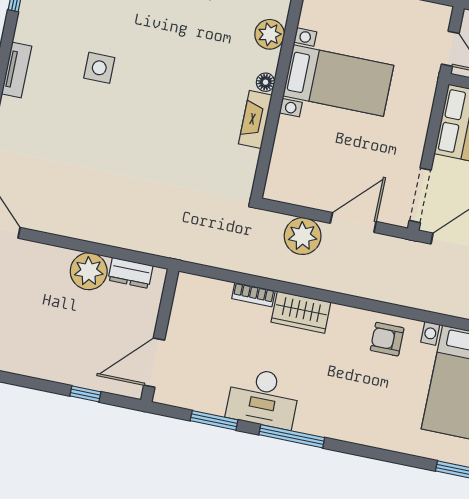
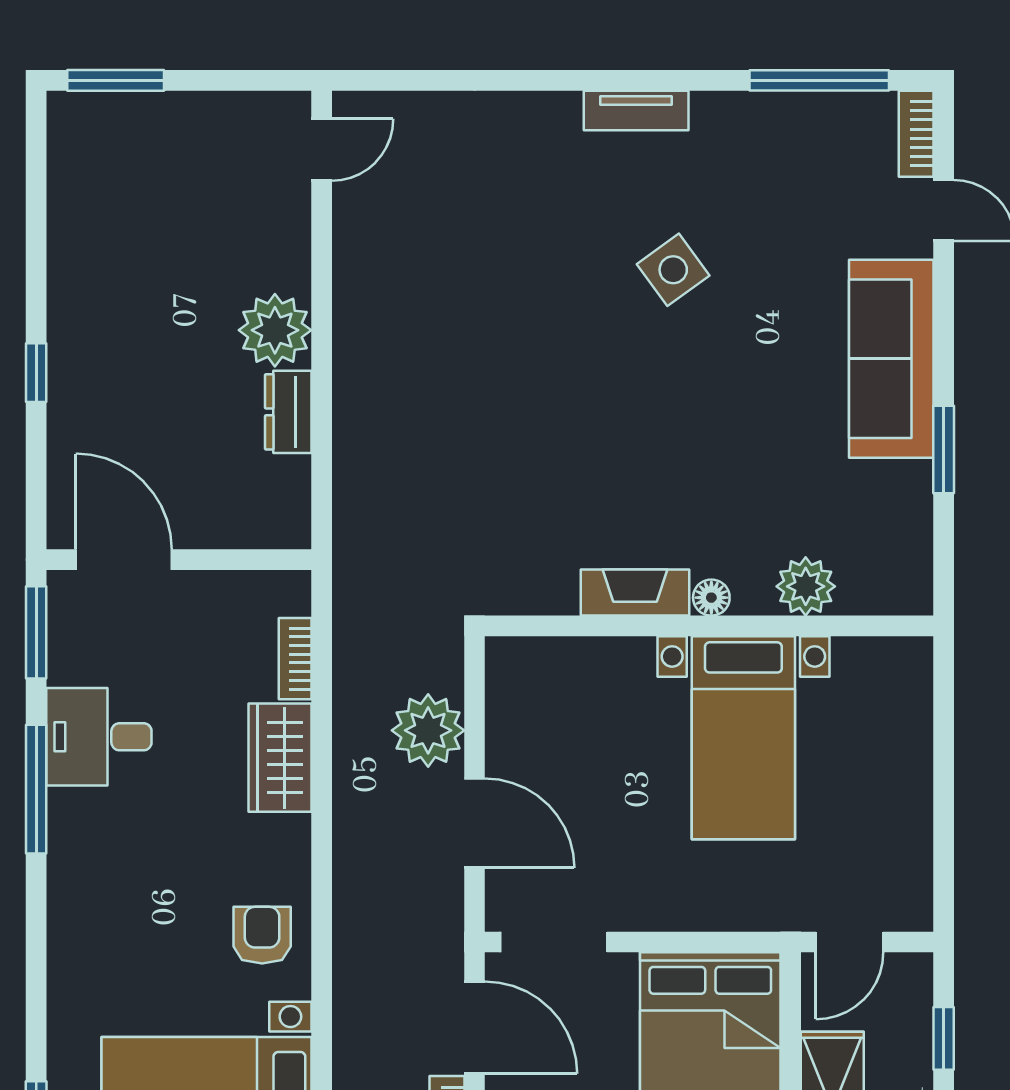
side table: (99, 68) -> (673, 270), turned -36
wall: (160, 335) -> (179, 560), moved
door: (154, 363) -> (124, 560), moved
desk: (263, 398) -> (99, 737), width x0.73

